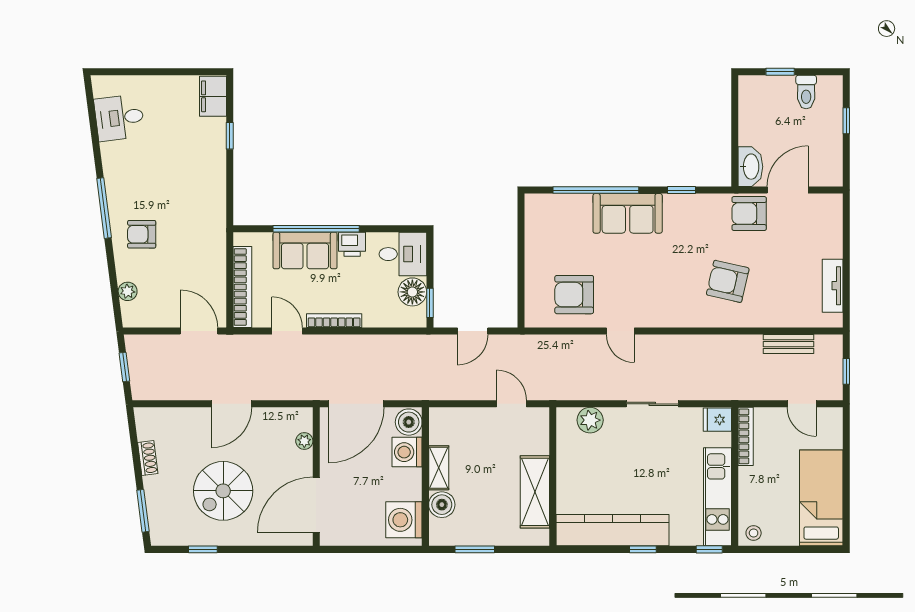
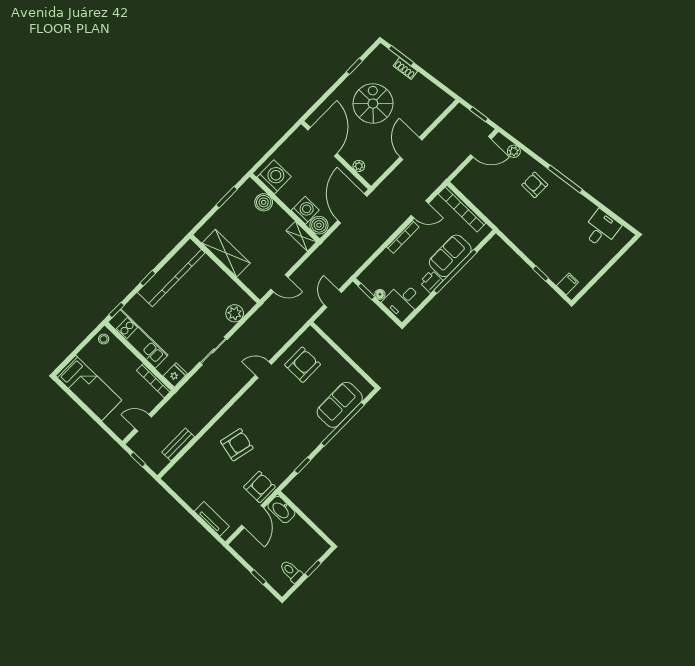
filing cabinet: (213, 96) -> (568, 284), width x0.50
sofa: (628, 213) -> (340, 405), moved
armchair: (142, 234) -> (535, 185), turned -90
tv unit: (833, 286) -> (212, 519), moved
floor lamp: (412, 292) -> (380, 294), width x0.53, depth x0.53
door: (199, 331) -> (481, 147), moved
shoe rack: (148, 458) -> (405, 69), moved
shelving: (439, 468) -> (301, 236), moved

